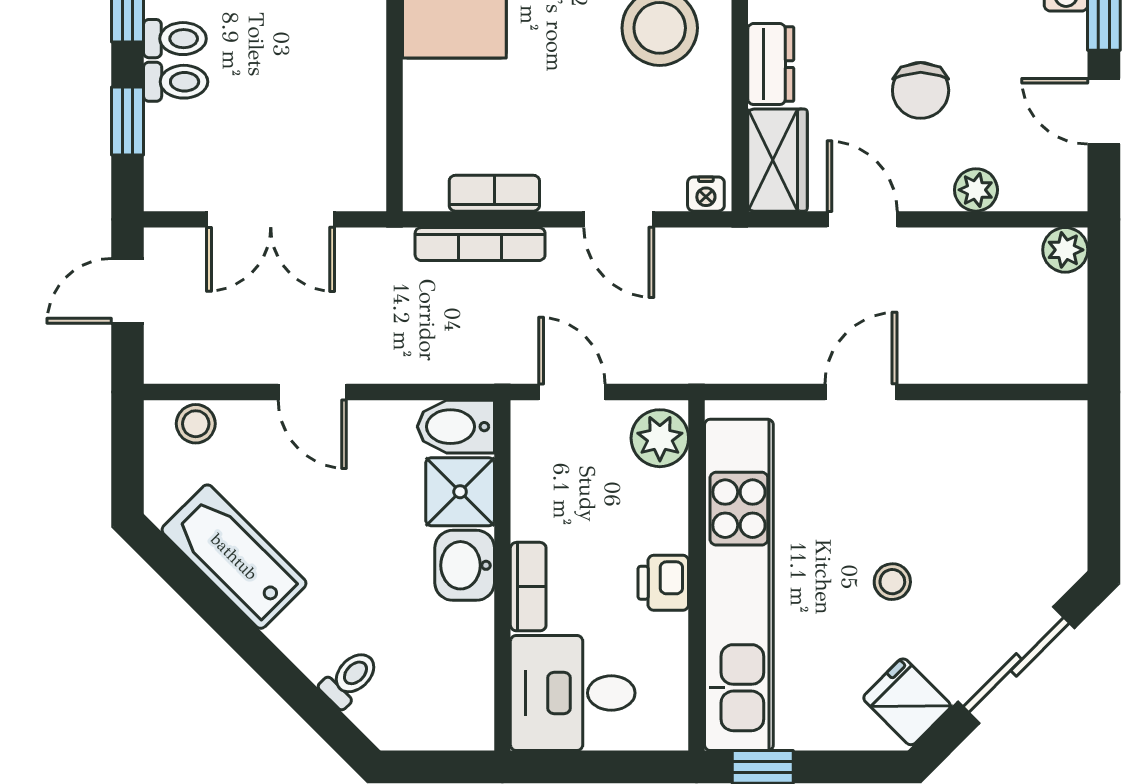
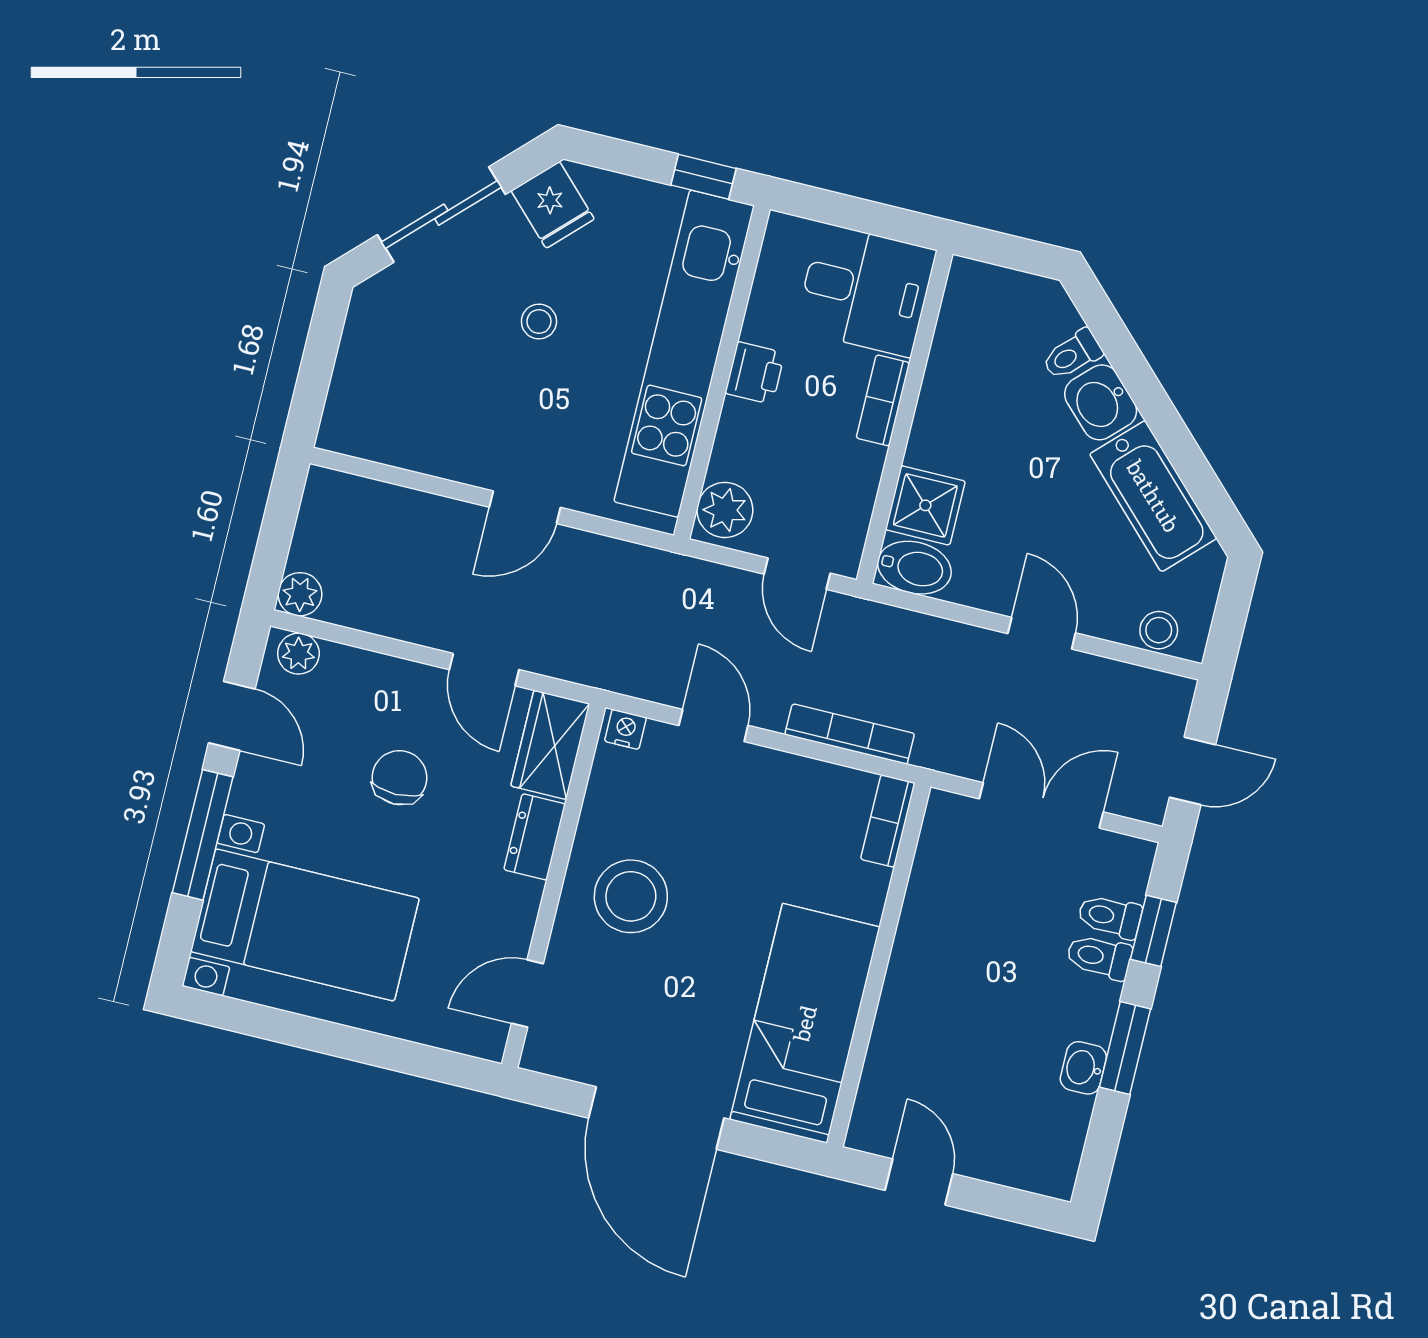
toilet: (175, 39) -> (1110, 916), moved
plant: (976, 190) -> (298, 654), moved
bookcase: (494, 193) -> (888, 821), moved, turned 90
washbasin: (465, 565) -> (1101, 402), moved, turned 135

